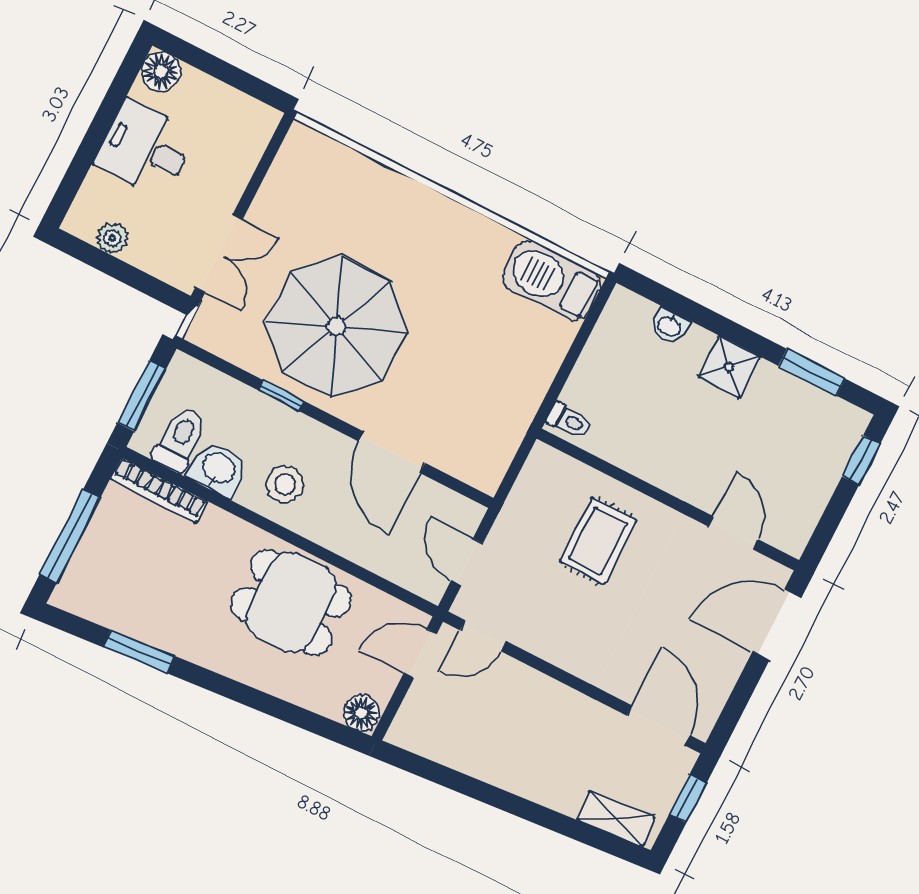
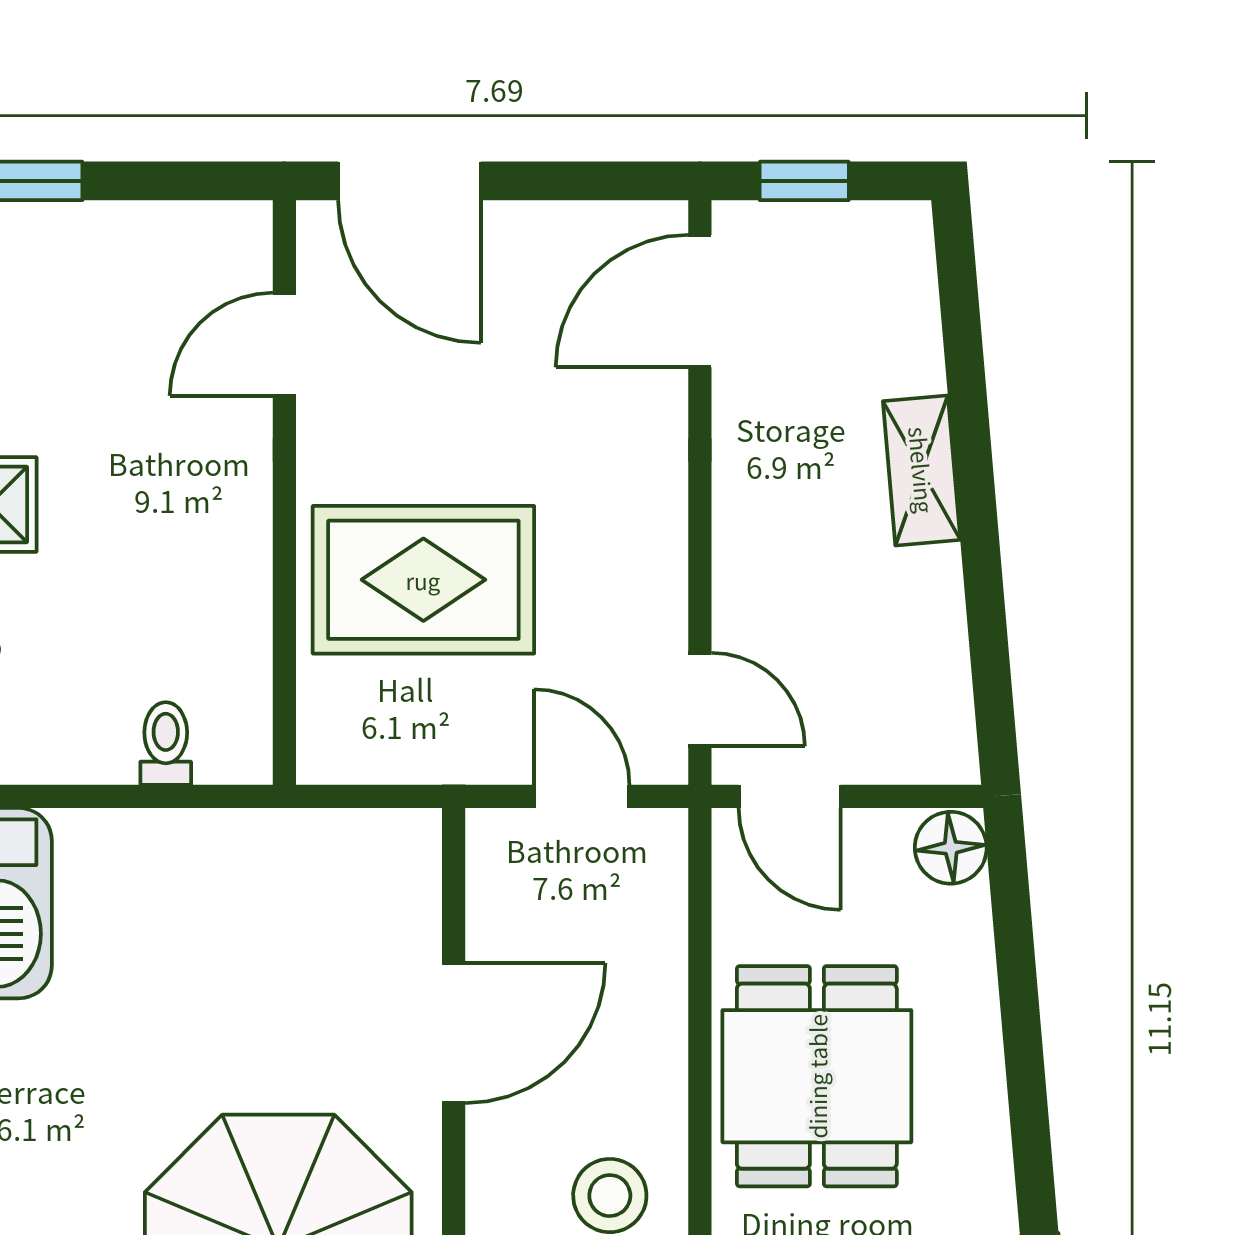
toilet: (569, 420) -> (166, 743), moved
rug: (598, 541) -> (423, 580), width x1.36, depth x1.43
door: (467, 562) -> (582, 796), swing flipped
shelving: (616, 818) -> (922, 470), moved

